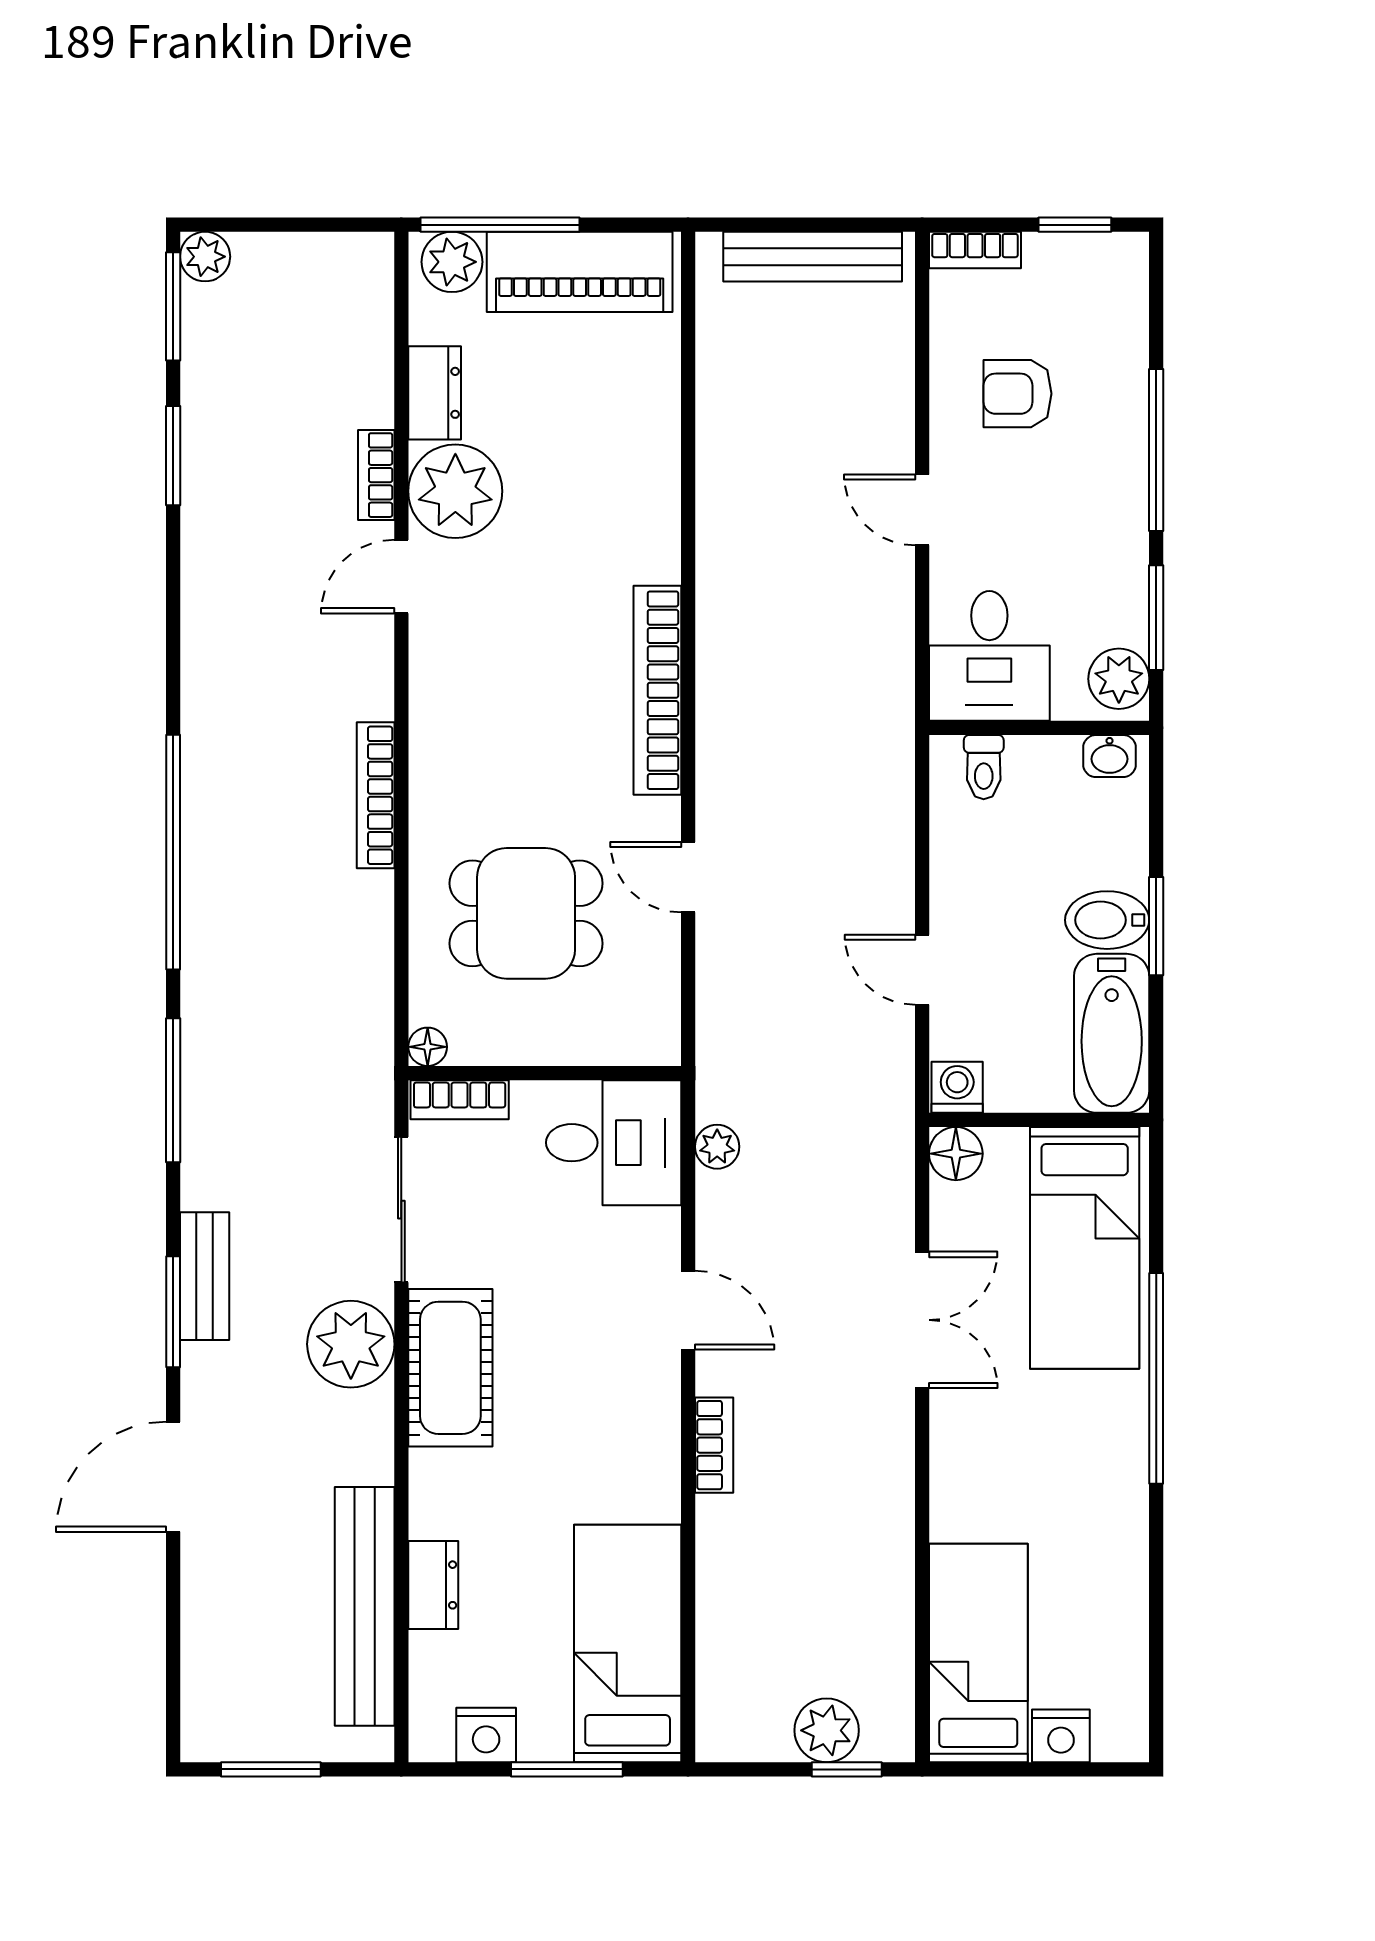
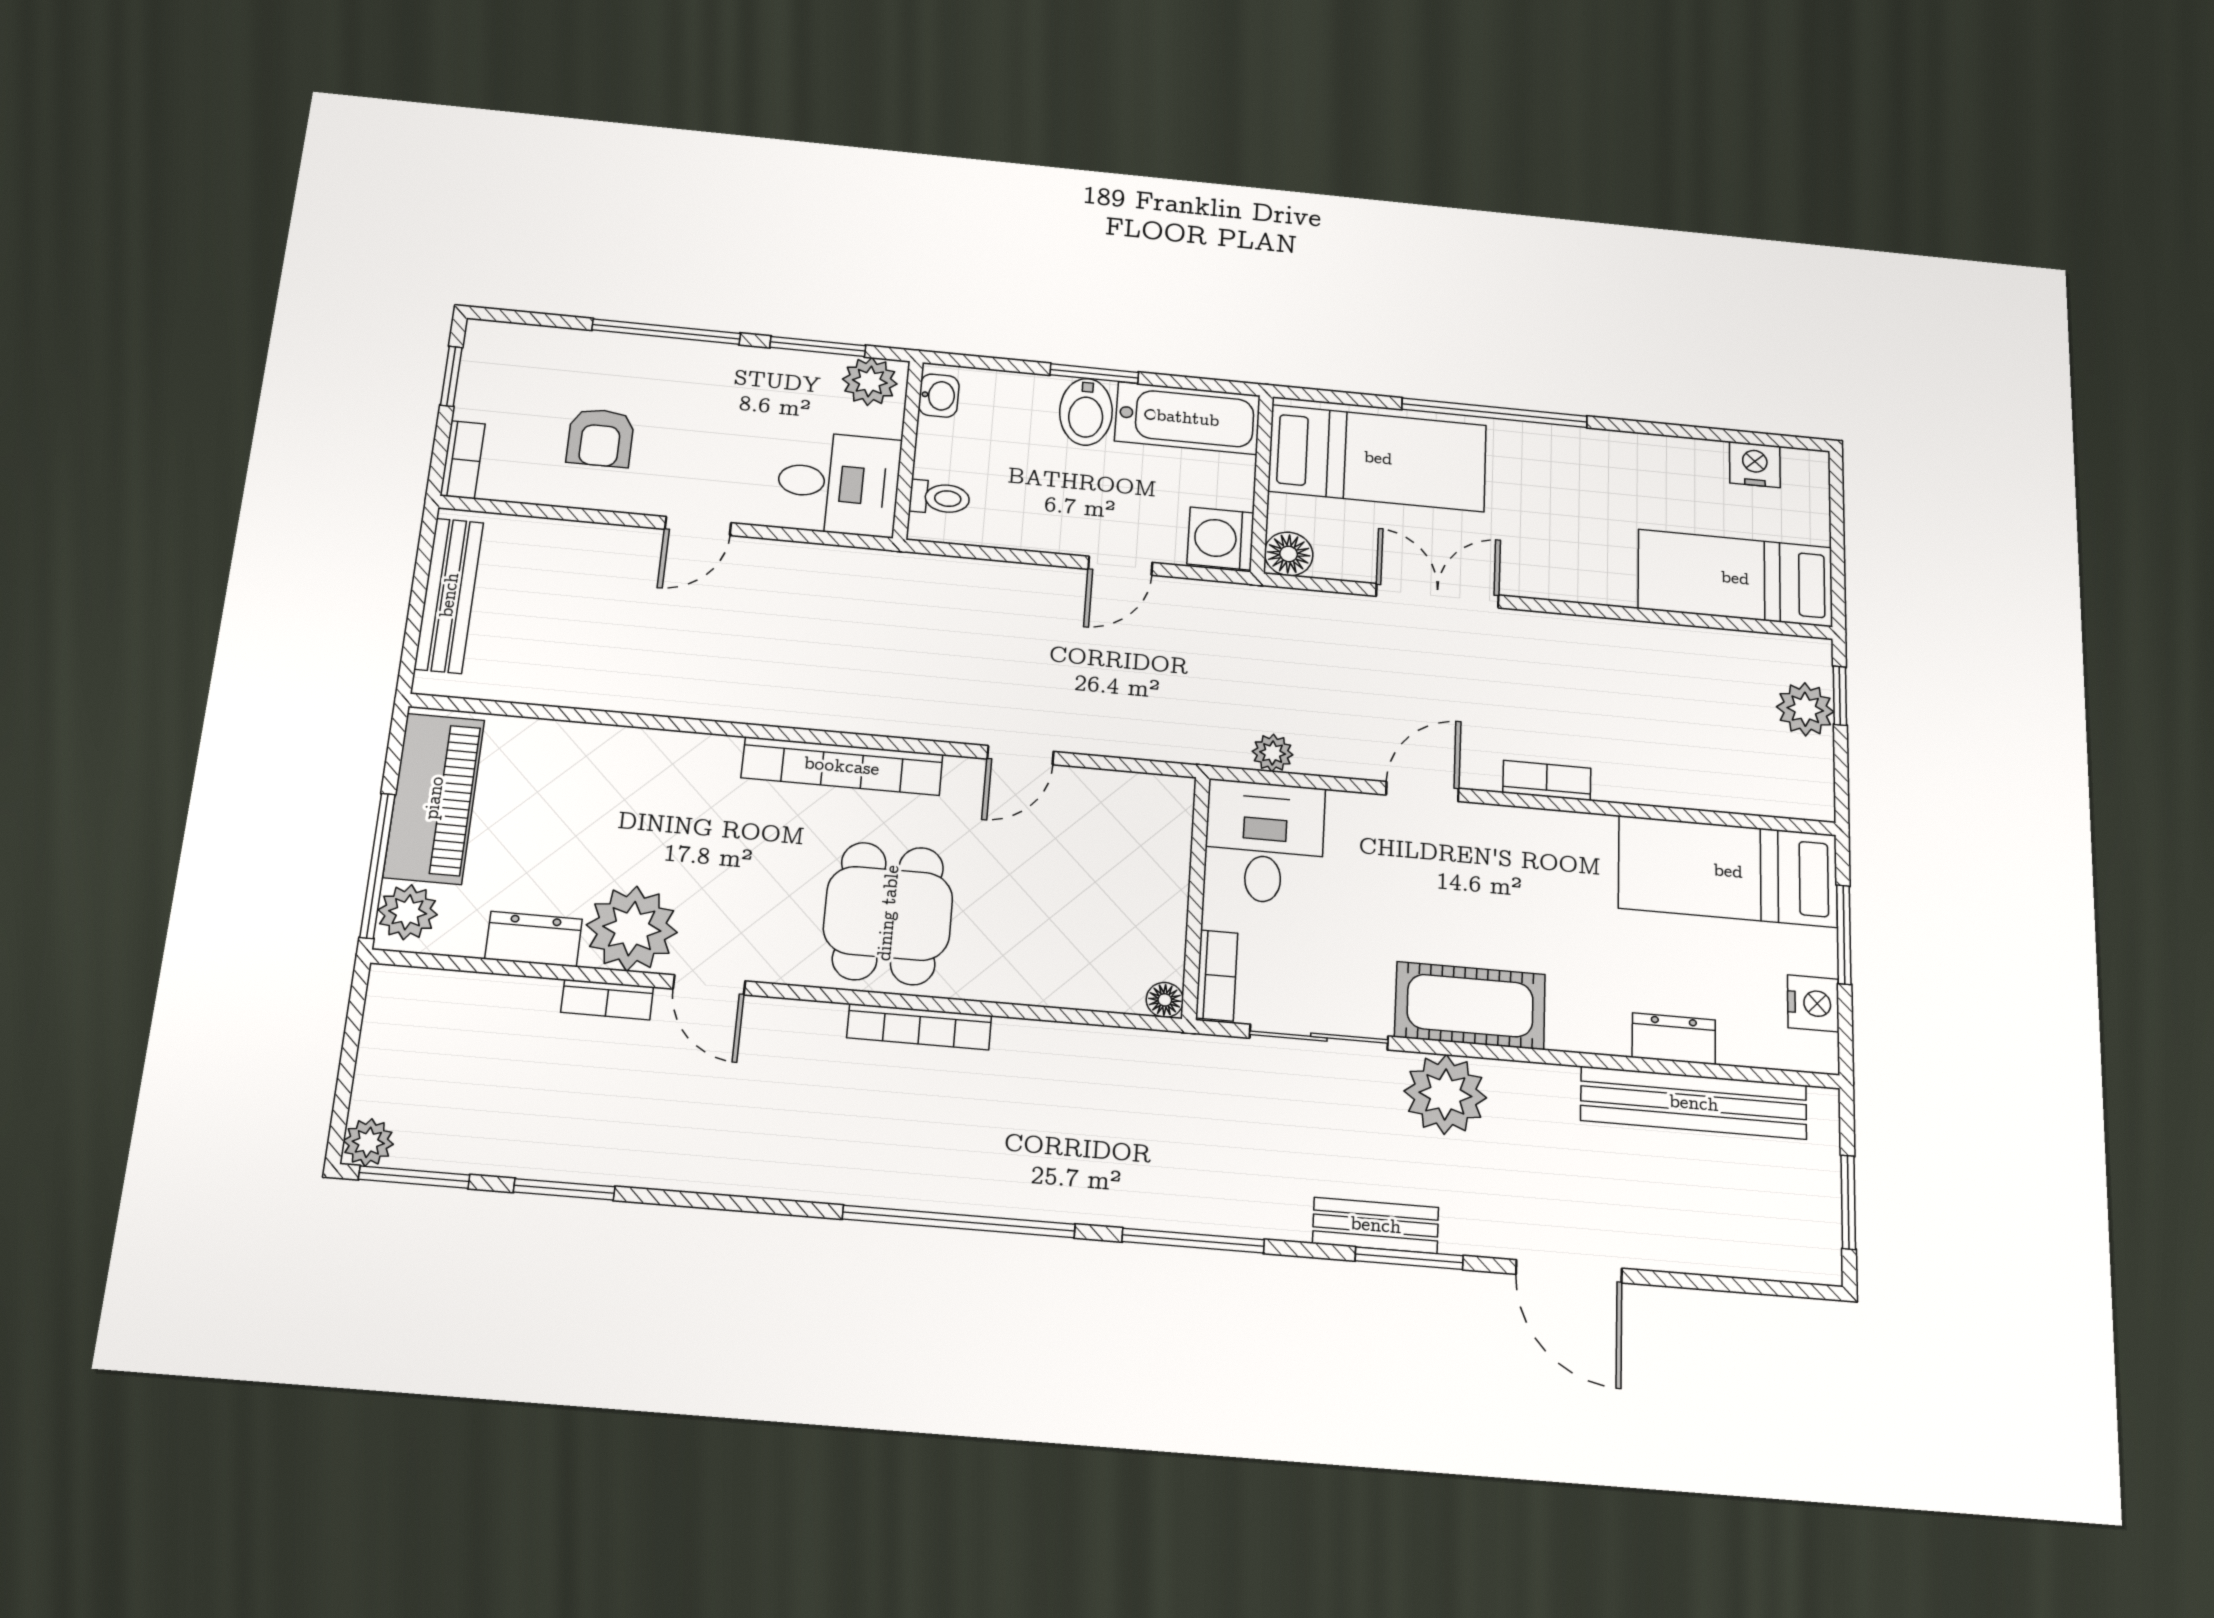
dining table: (526, 913) -> (888, 913), moved
washing machine: (957, 1087) -> (1220, 538), width x1.38, depth x1.38
nightstand: (1061, 1736) -> (1755, 465), moved, turned -90

